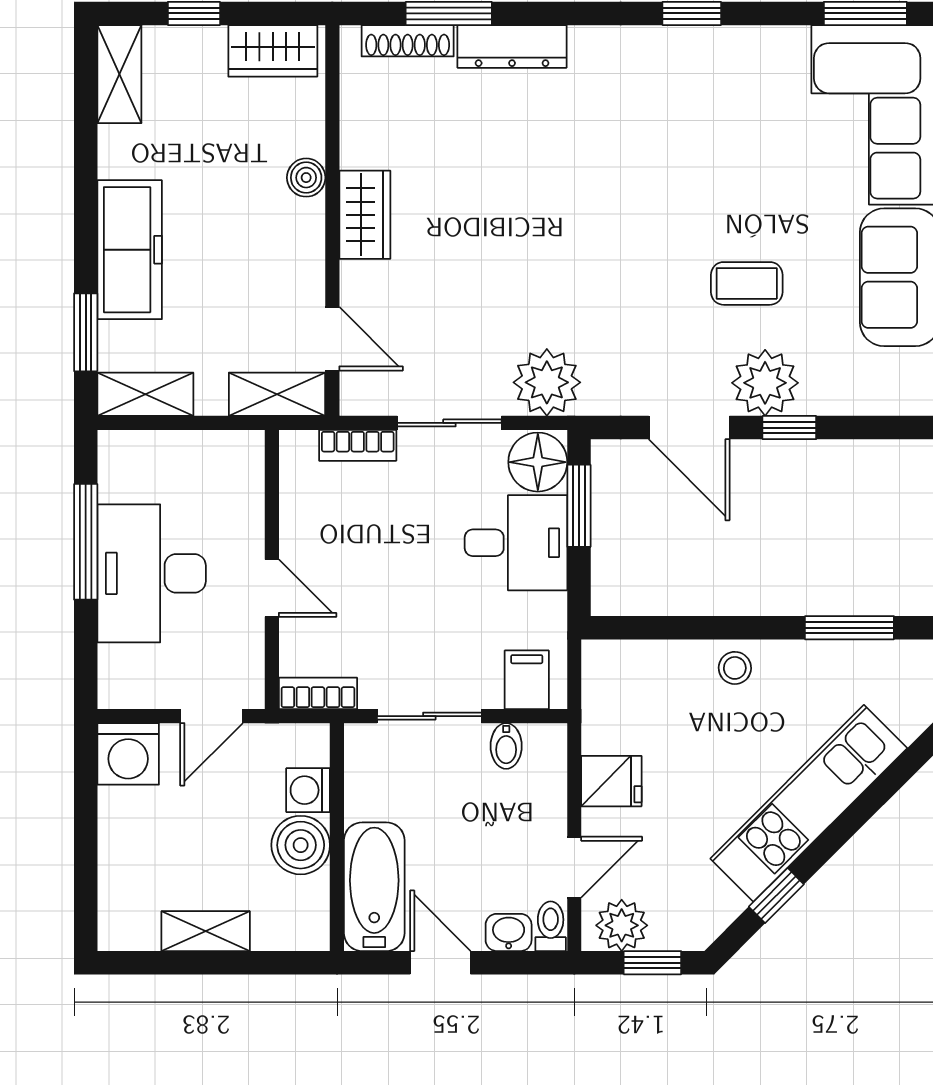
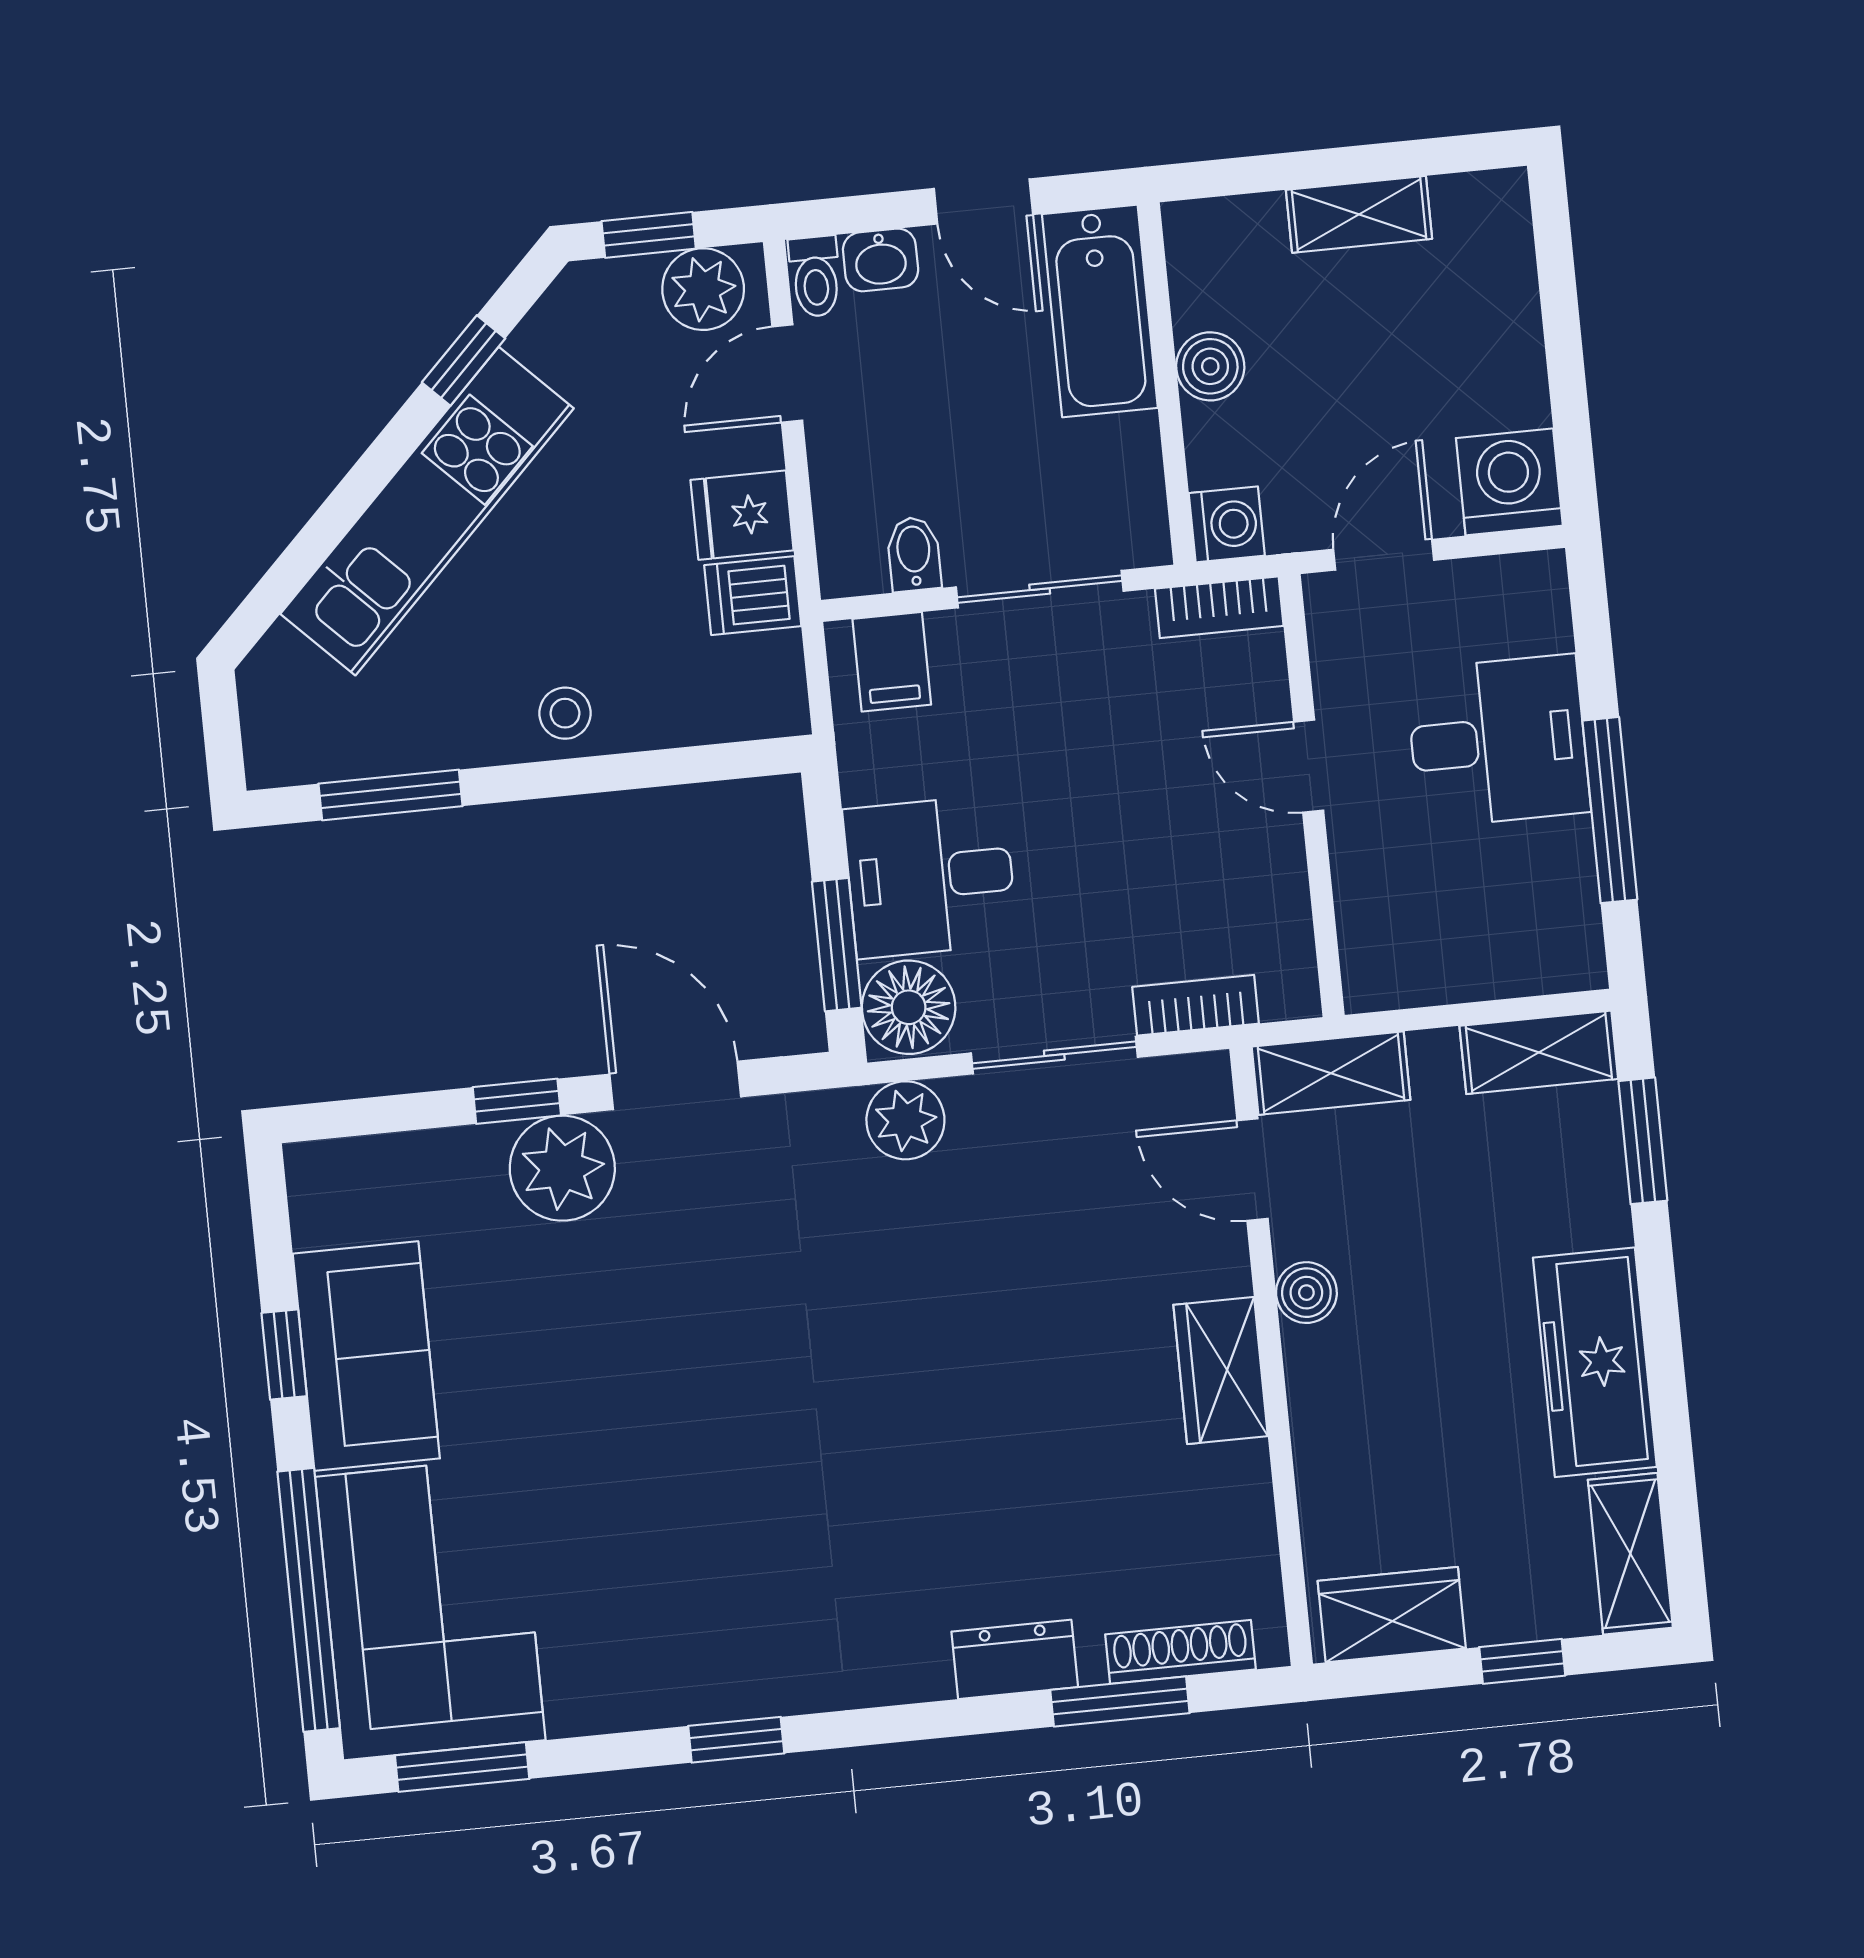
dresser: (512, 46) -> (1015, 1659), width x0.70
boiler: (306, 178) -> (1306, 1293), moved
freezer: (130, 250) -> (1595, 1362), moved
coffee table: (747, 283) -> (607, 1322), removed
plant: (547, 382) -> (905, 1120), width x0.73, depth x0.73
desk: (152, 573) -> (1498, 741), width x0.73
dishwasher: (610, 730) -> (753, 596), added
washing machine: (308, 790) -> (1227, 524), moved
boiler: (301, 845) -> (1210, 366), width x0.73, depth x0.73

